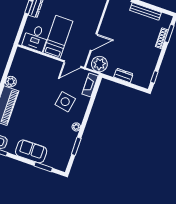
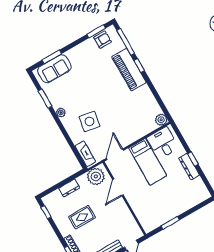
rug: (136, 49) -> (82, 217), added
plant: (11, 82) -> (161, 120), moved
sofa: (31, 151) -> (54, 69), moved

